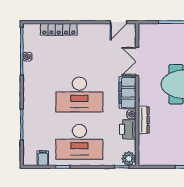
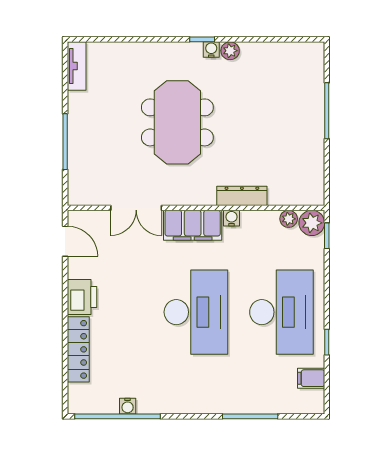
printer: (128, 129) -> (82, 297), moved, turned -90
plant: (131, 146) -> (289, 219), added

